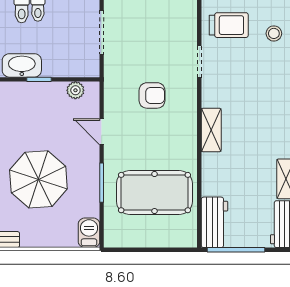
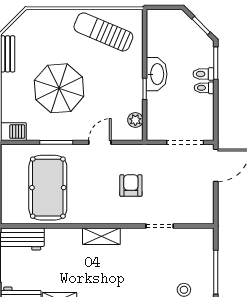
trolley: (229, 25) -> (191, 251), removed
armchair: (152, 95) -> (131, 186), turned 180

